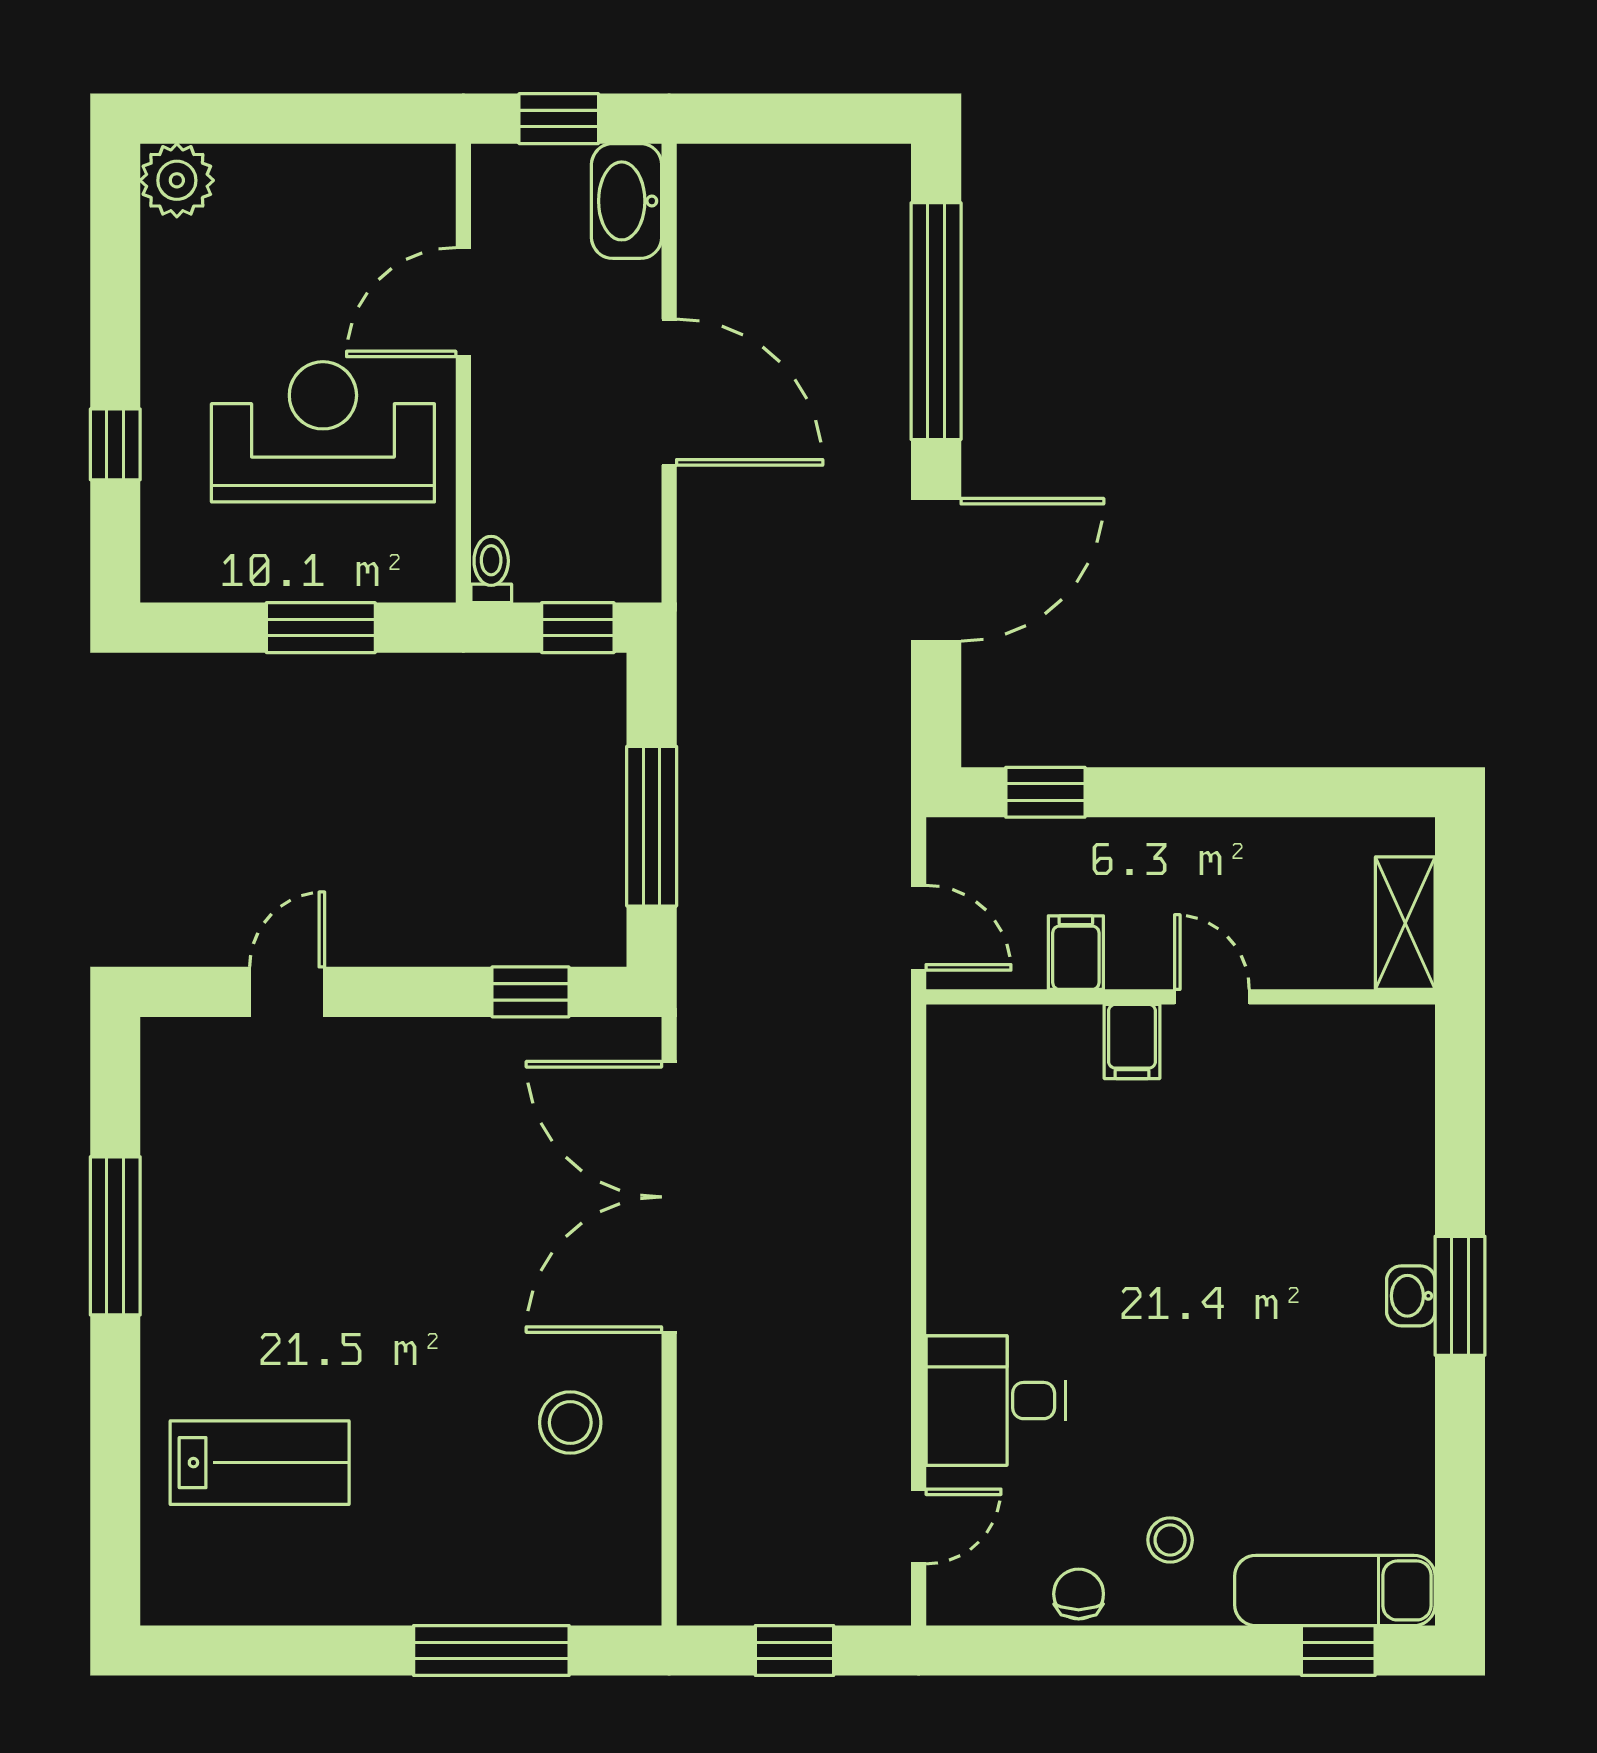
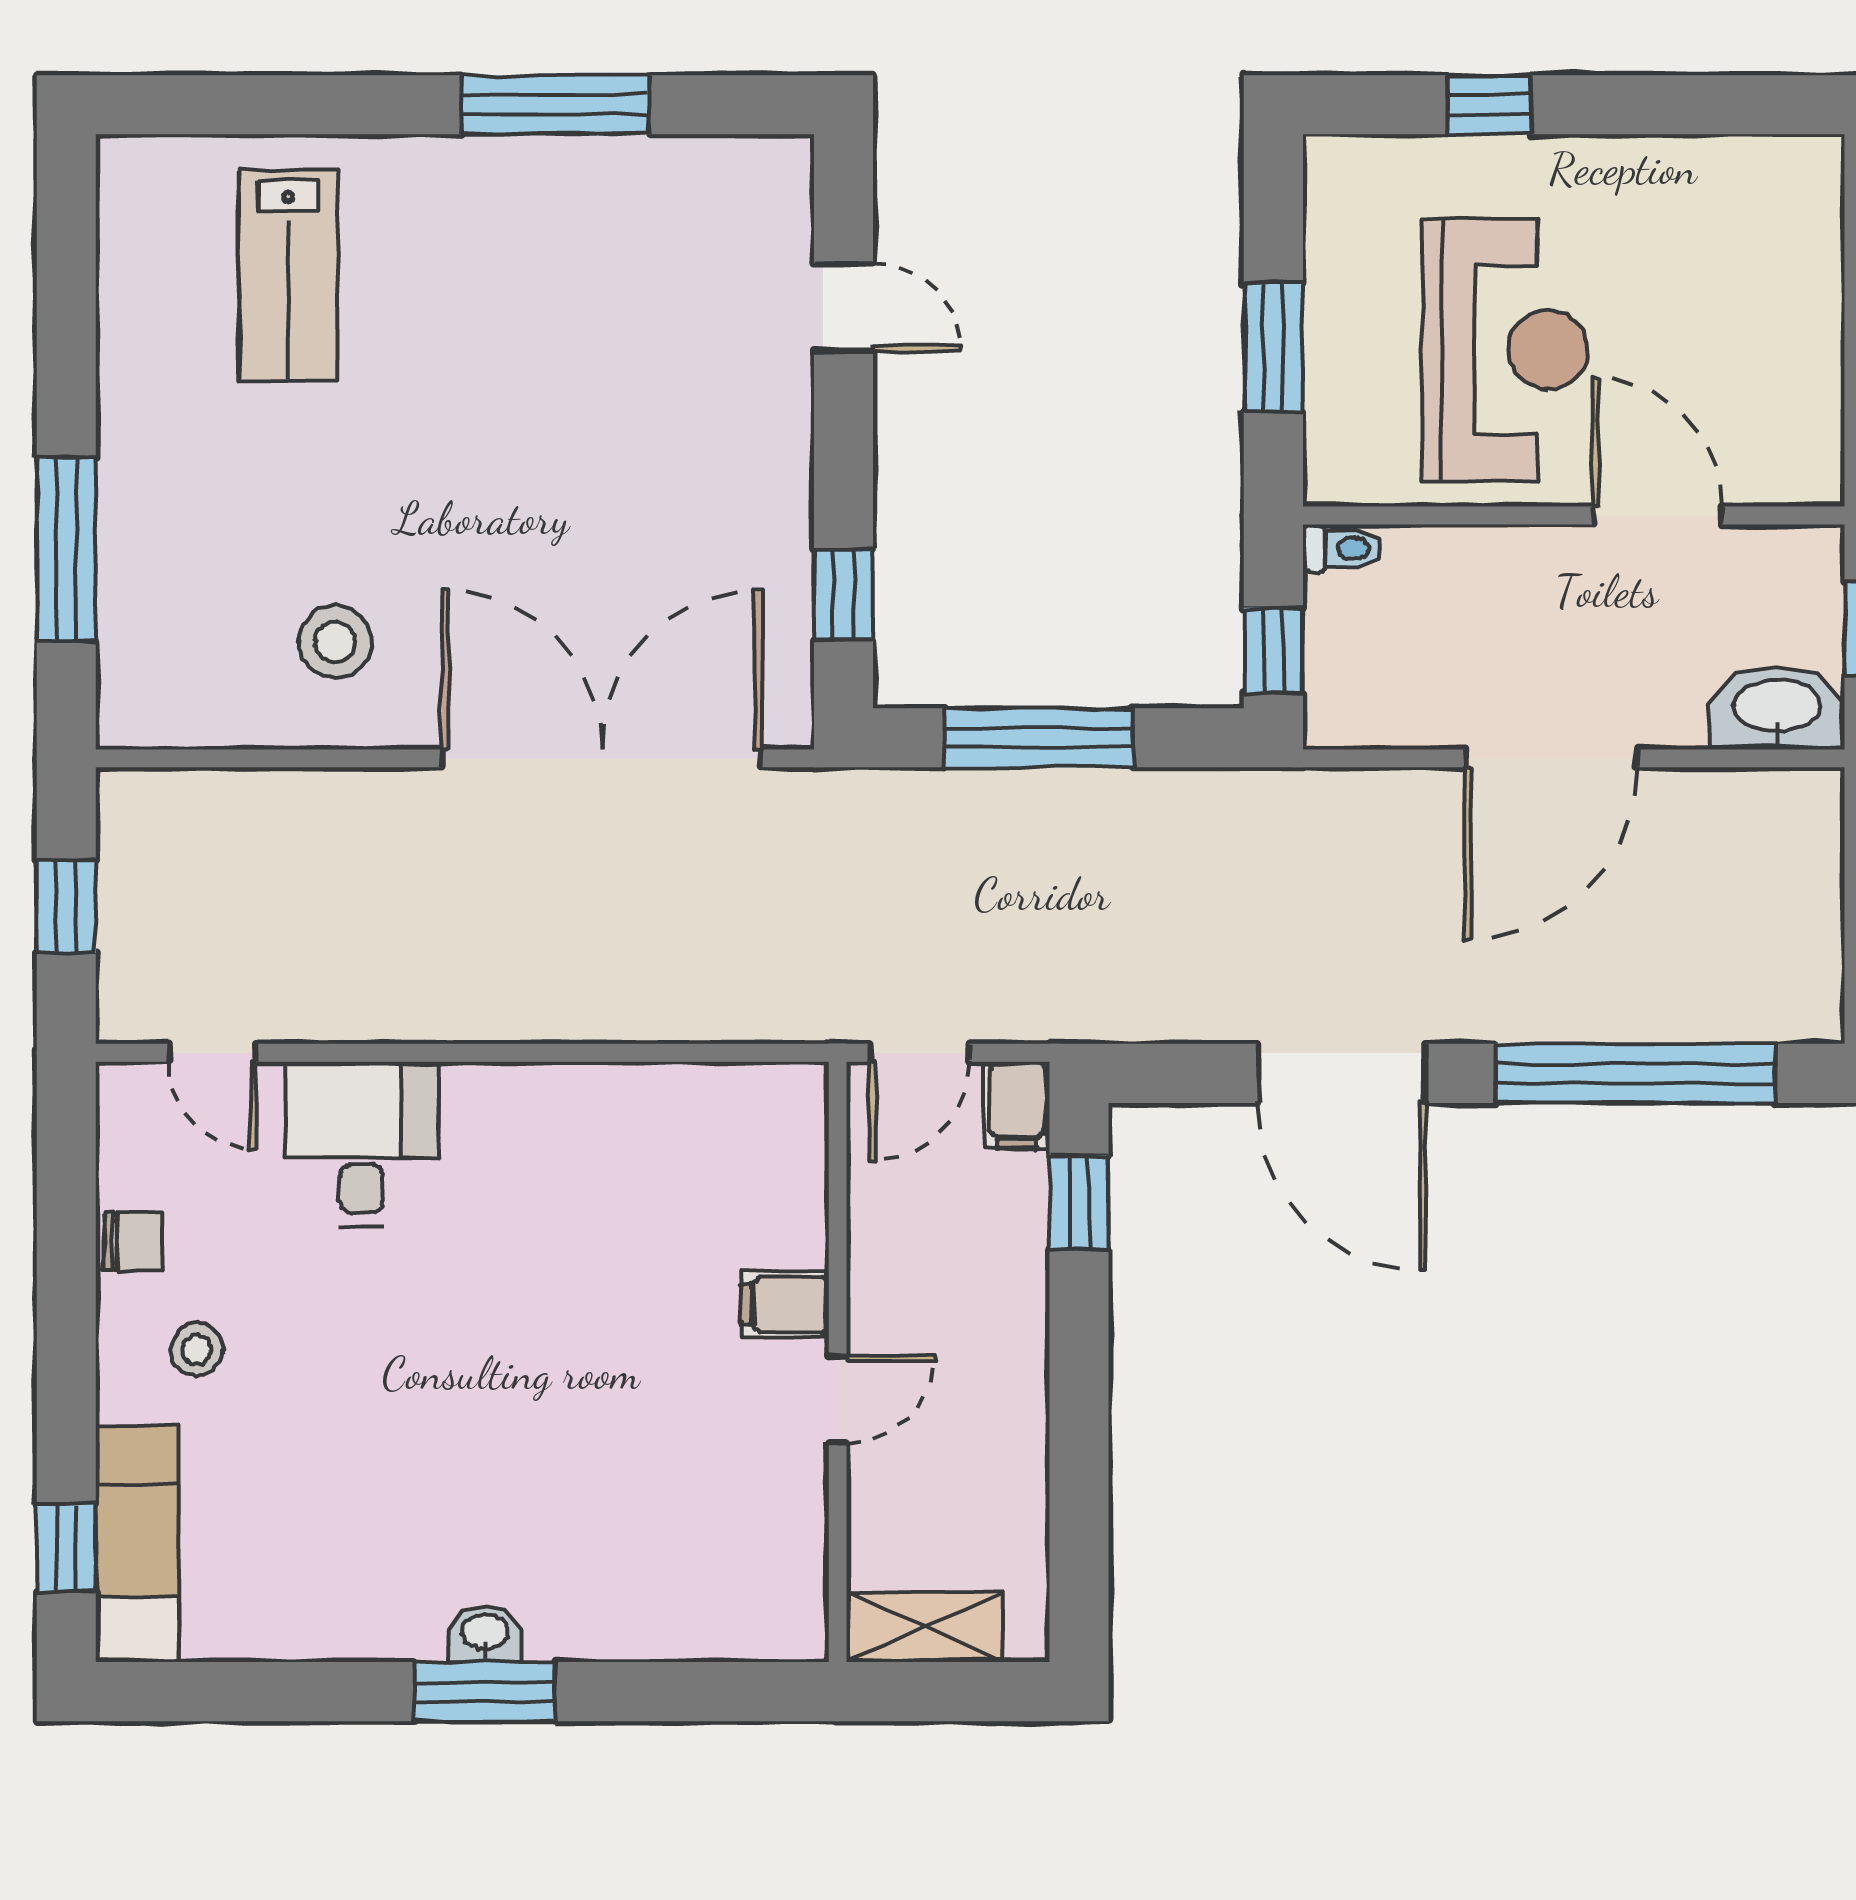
plant: (177, 180) -> (1801, 178), removed
filing cabinet: (1076, 953) -> (1017, 1105), moved, turned 90

